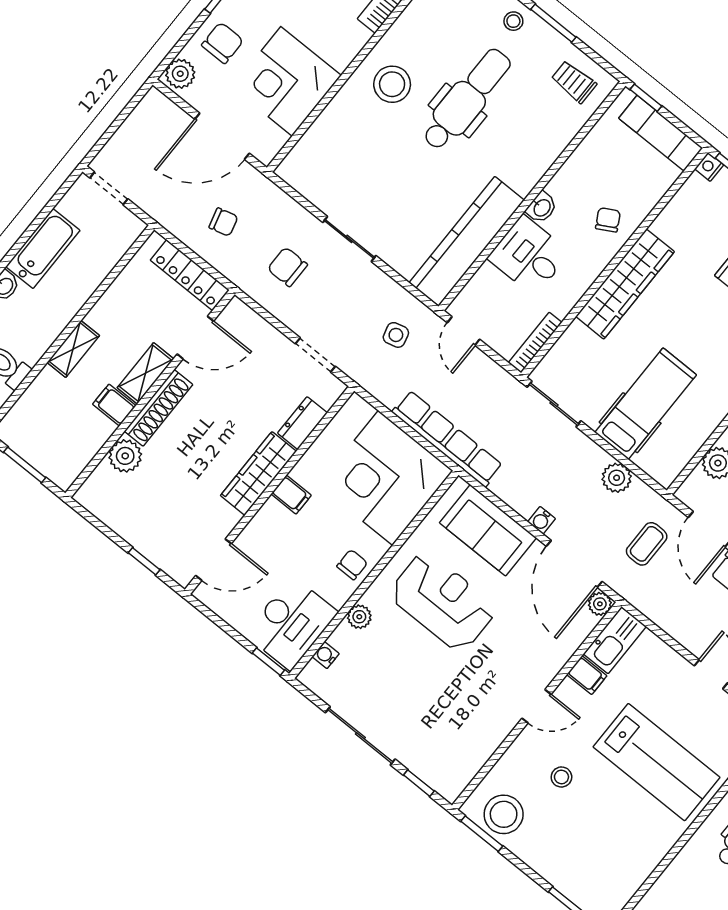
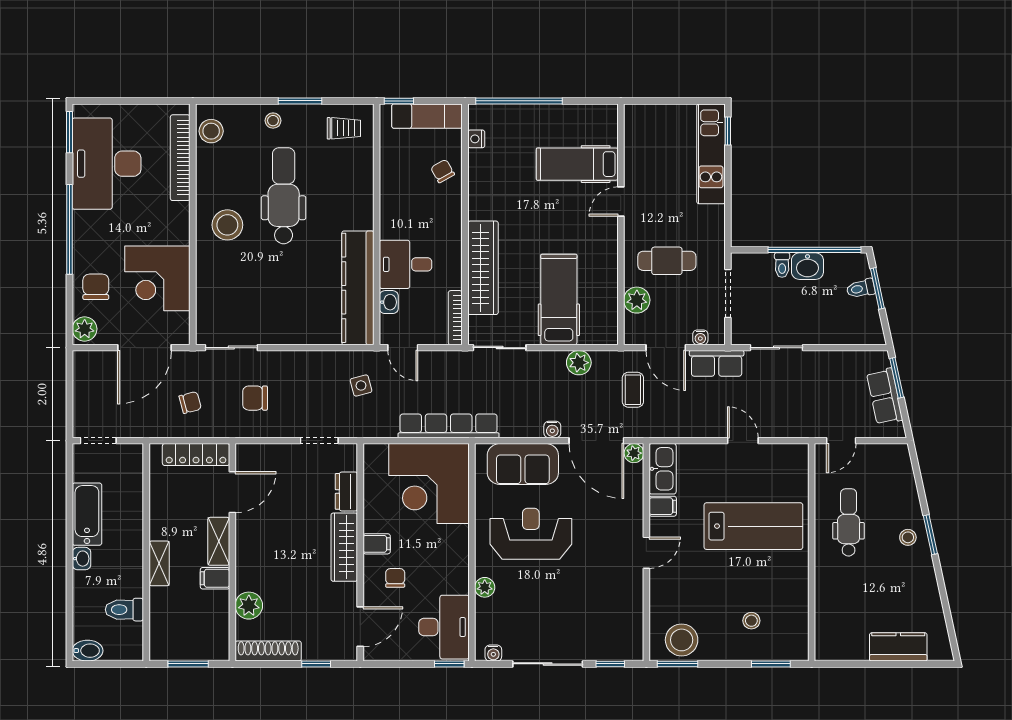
trolley: (574, 82) -> (344, 128), turned 180
nightstand: (709, 167) -> (476, 139), moved
washbasin: (542, 207) -> (389, 302), moved
chair: (608, 220) -> (443, 171), moved
sliding door: (349, 239) -> (231, 348), moved
wardrobe: (625, 284) -> (483, 268), moved
shoe rack: (159, 408) -> (268, 651), moved, turned -90
chair: (352, 565) -> (395, 578), moved
water cooler: (326, 655) -> (493, 653), moved, turned -90
stool: (561, 777) -> (751, 621), moved

